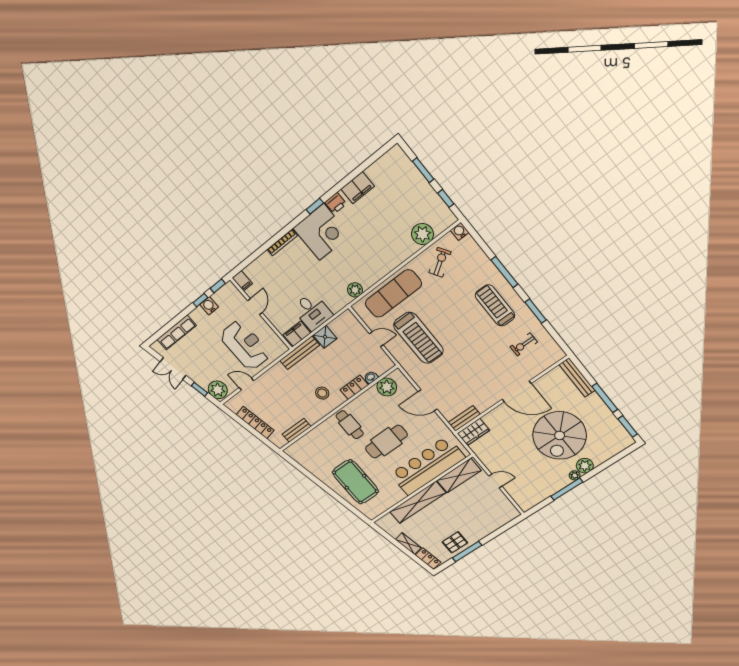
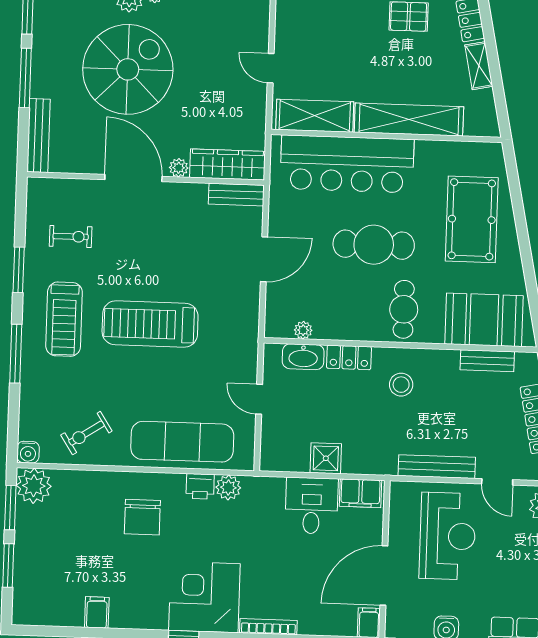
filing cabinet: (358, 188) -> (97, 612), width x0.50
window: (446, 198) -> (10, 508), width x1.50
printer: (336, 203) -> (200, 486), moved, turned 180
plant: (422, 234) -> (34, 486), moved
chair: (381, 245) -> (142, 517), added
door: (255, 307) -> (384, 576), width x1.88
treadmill: (418, 338) -> (150, 324), moved, turned -90
reception desk: (245, 345) -> (448, 536), turned 180
bench: (300, 353) -> (437, 467), moved
washbasin: (371, 377) -> (303, 357), width x1.91, depth x1.45
plant: (387, 387) -> (303, 330), width x0.53, depth x0.53
door: (428, 400) -> (264, 259), hinge flipped
plant: (500, 411) -> (179, 168), added
wardrobe: (473, 432) -> (228, 164), width x1.50
booth: (313, 446) -> (484, 320), added

